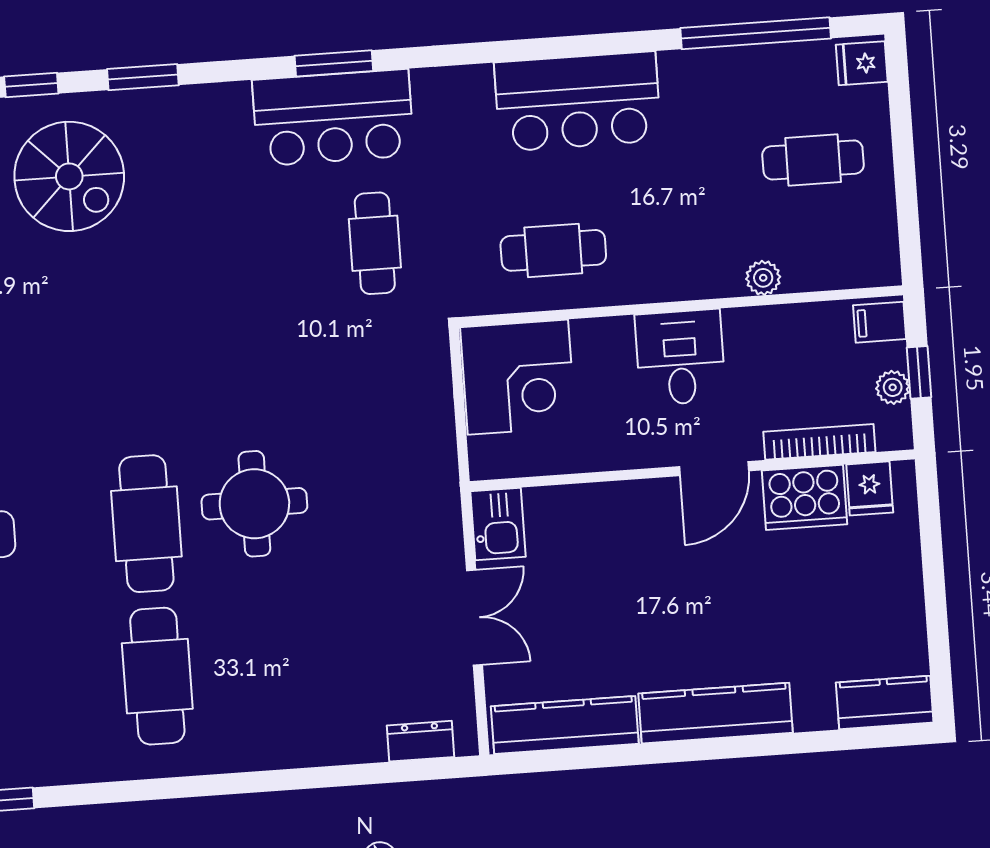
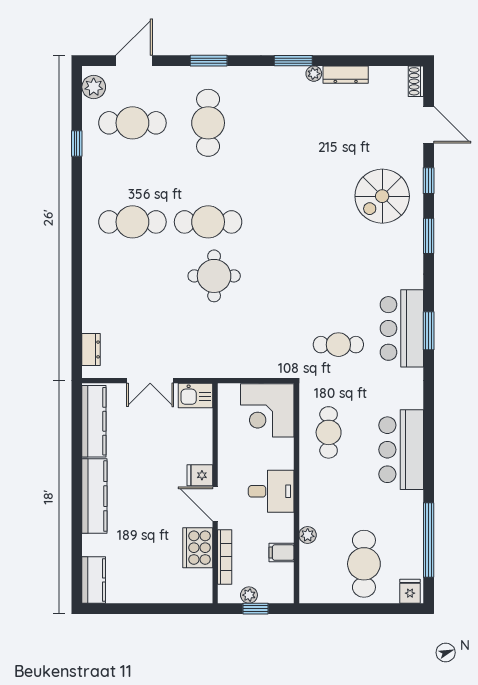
cafe table: (813, 160) -> (364, 564), width x1.37, depth x1.35
filing cabinet: (880, 322) -> (282, 553), moved, turned -90
fridge: (870, 488) -> (200, 475), moved

